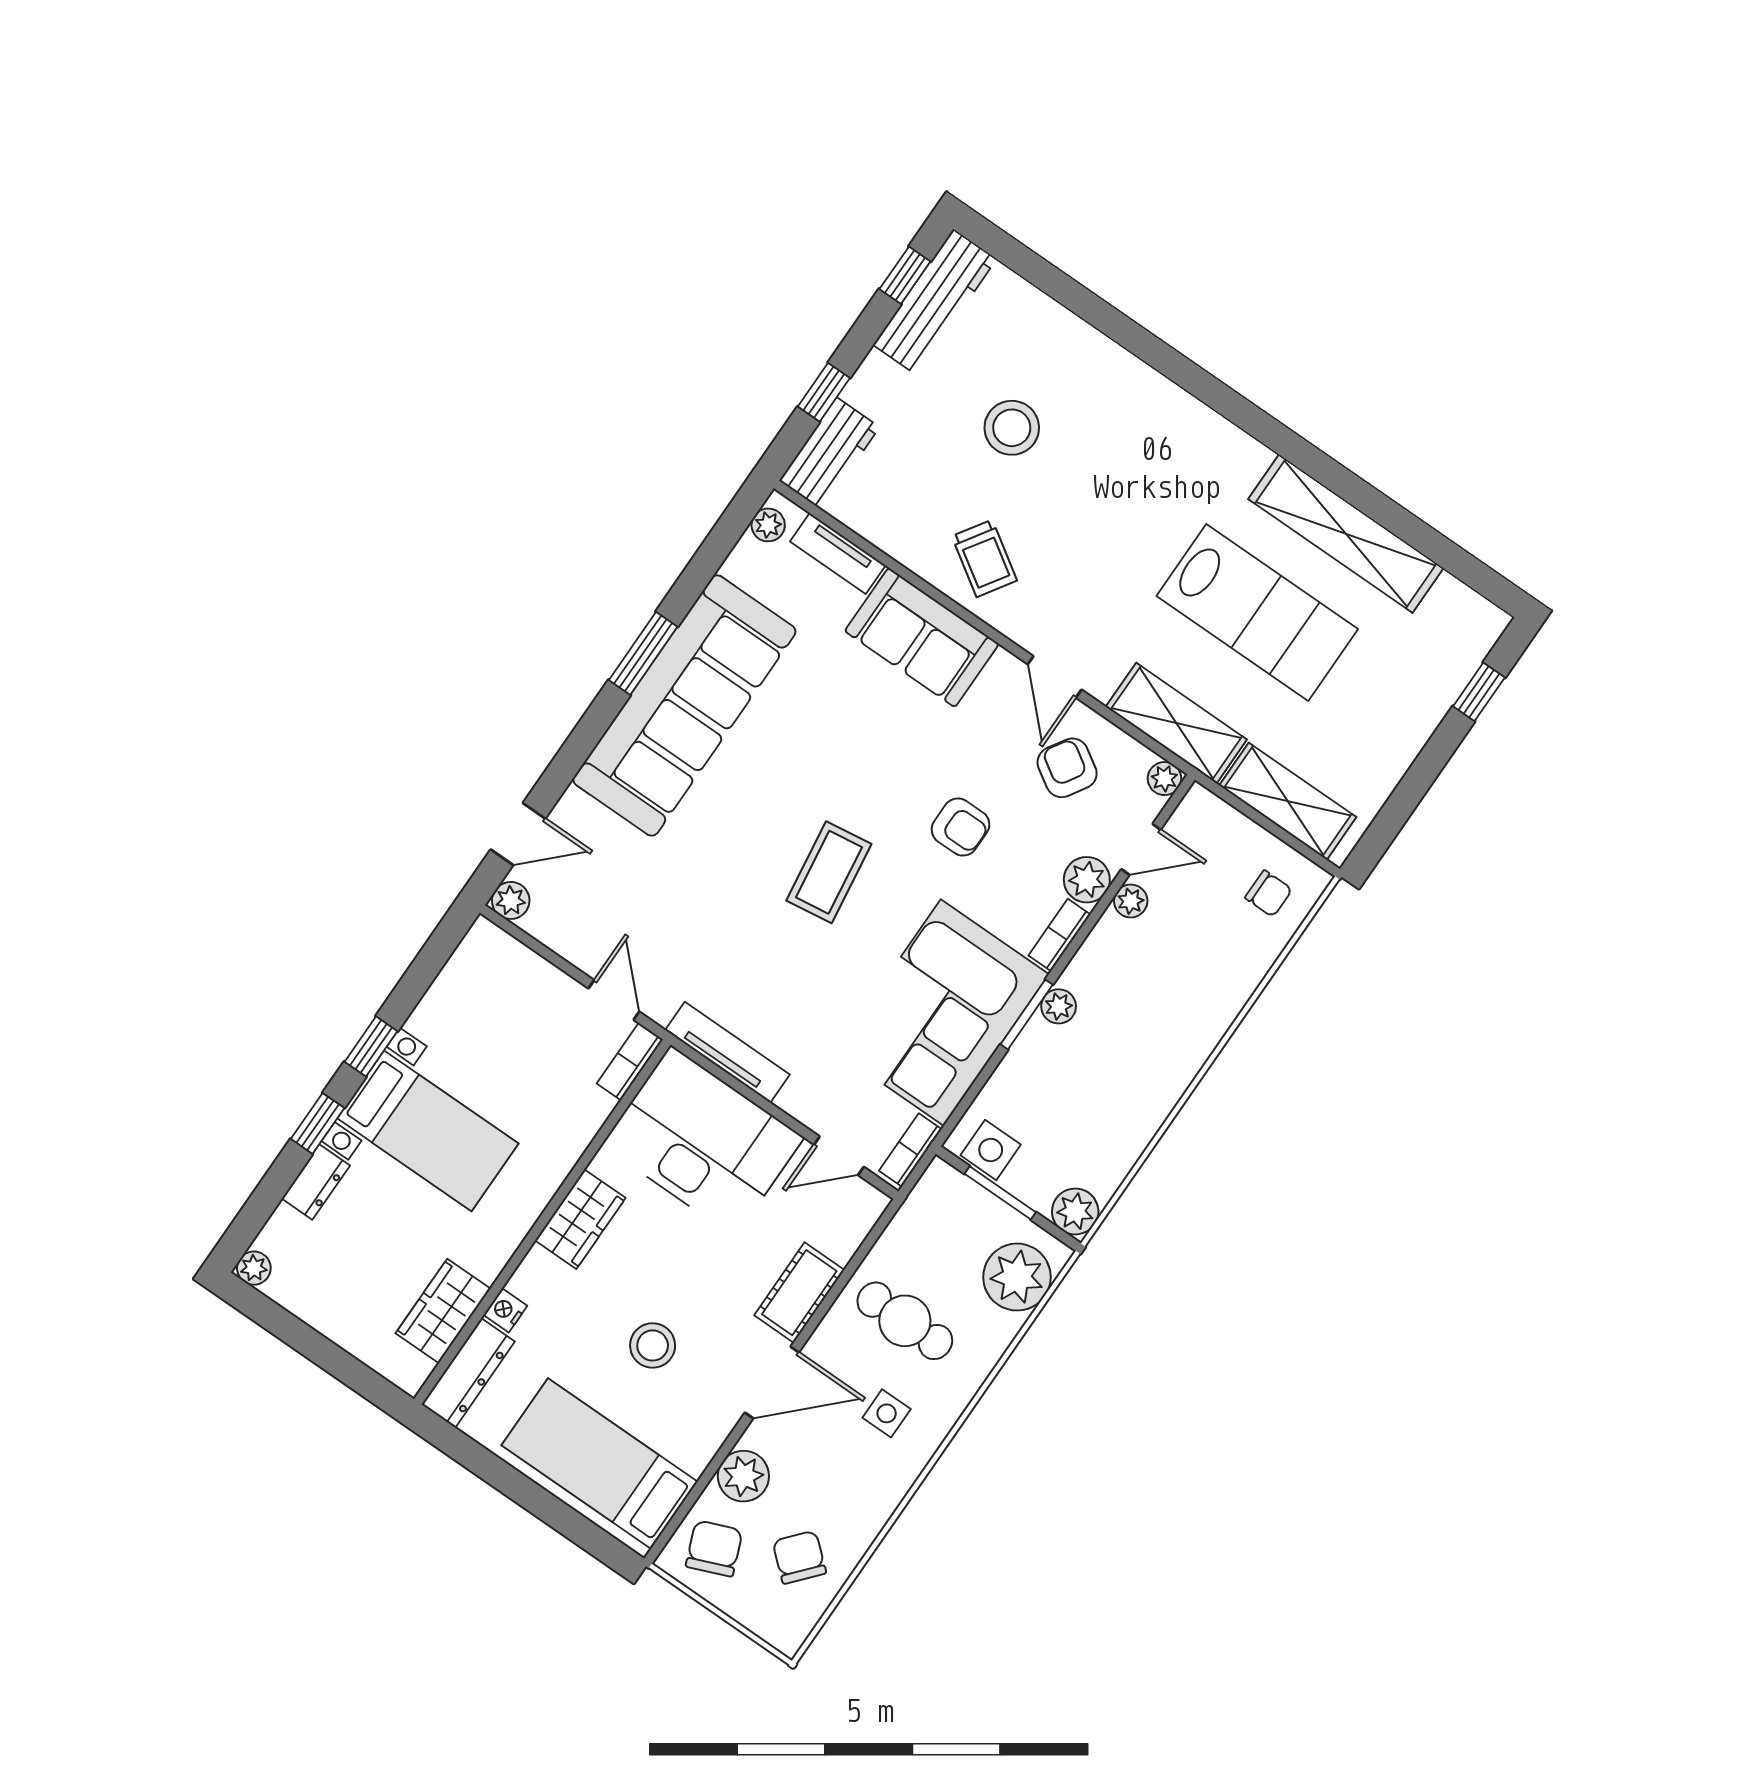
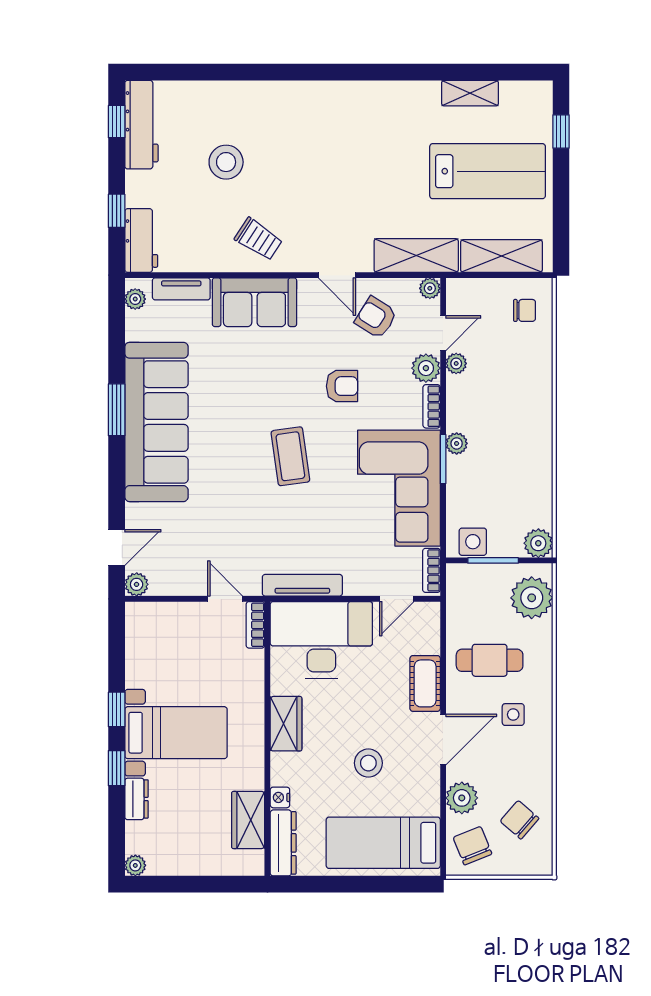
shelving: (1346, 534) -> (470, 93), width x0.45, depth x0.75
lab bench: (1257, 612) -> (488, 171), moved

